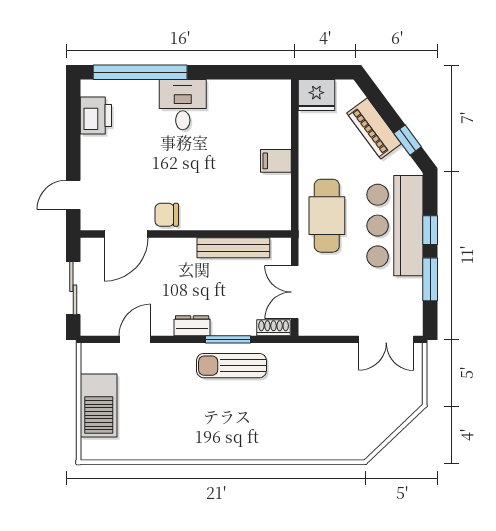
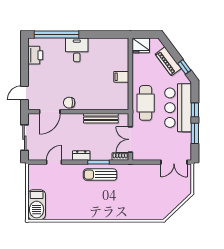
barbecue: (99, 406) -> (37, 205), moved

